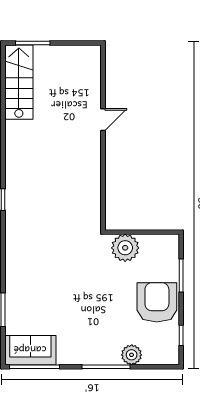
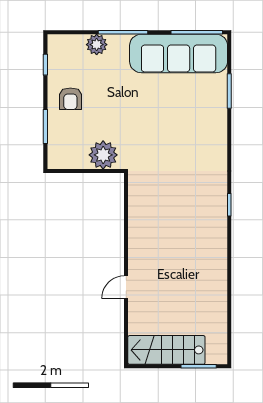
stairs: (19, 82) -> (166, 350), moved, turned 90
armchair: (157, 302) -> (70, 99), width x0.53, depth x0.53
sofa: (30, 350) -> (179, 53), width x1.85, depth x1.27

